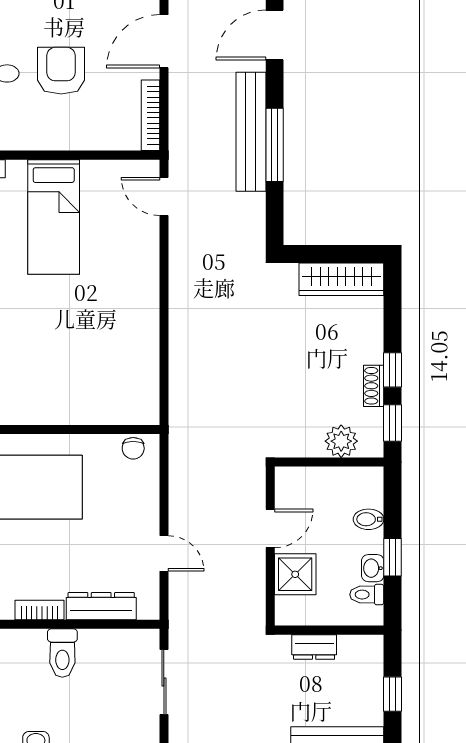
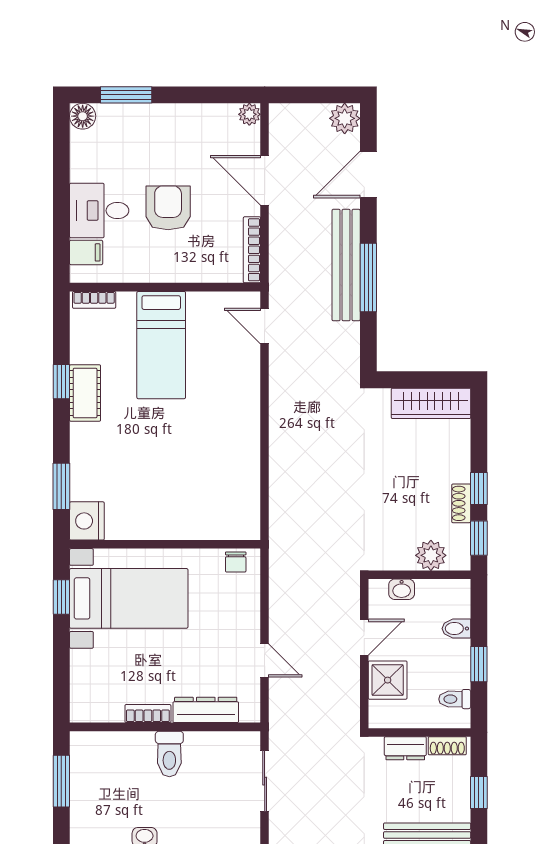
door: (164, 41) -> (265, 180), hinge flipped
washbasin: (373, 568) -> (402, 589), moved, turned -90
shoe rack: (359, 644) -> (447, 746), added

